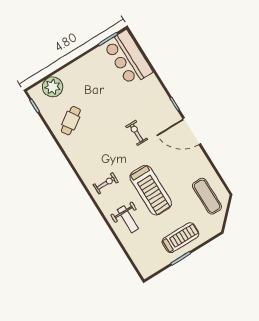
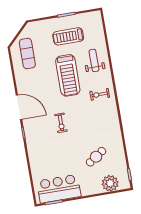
bar counter: (128, 58) -> (59, 189), moved, turned -90
cafe table: (71, 121) -> (96, 157), moved
treadmill: (151, 190) -> (68, 75), turned 180
treadmill: (180, 238) -> (68, 36), moved

